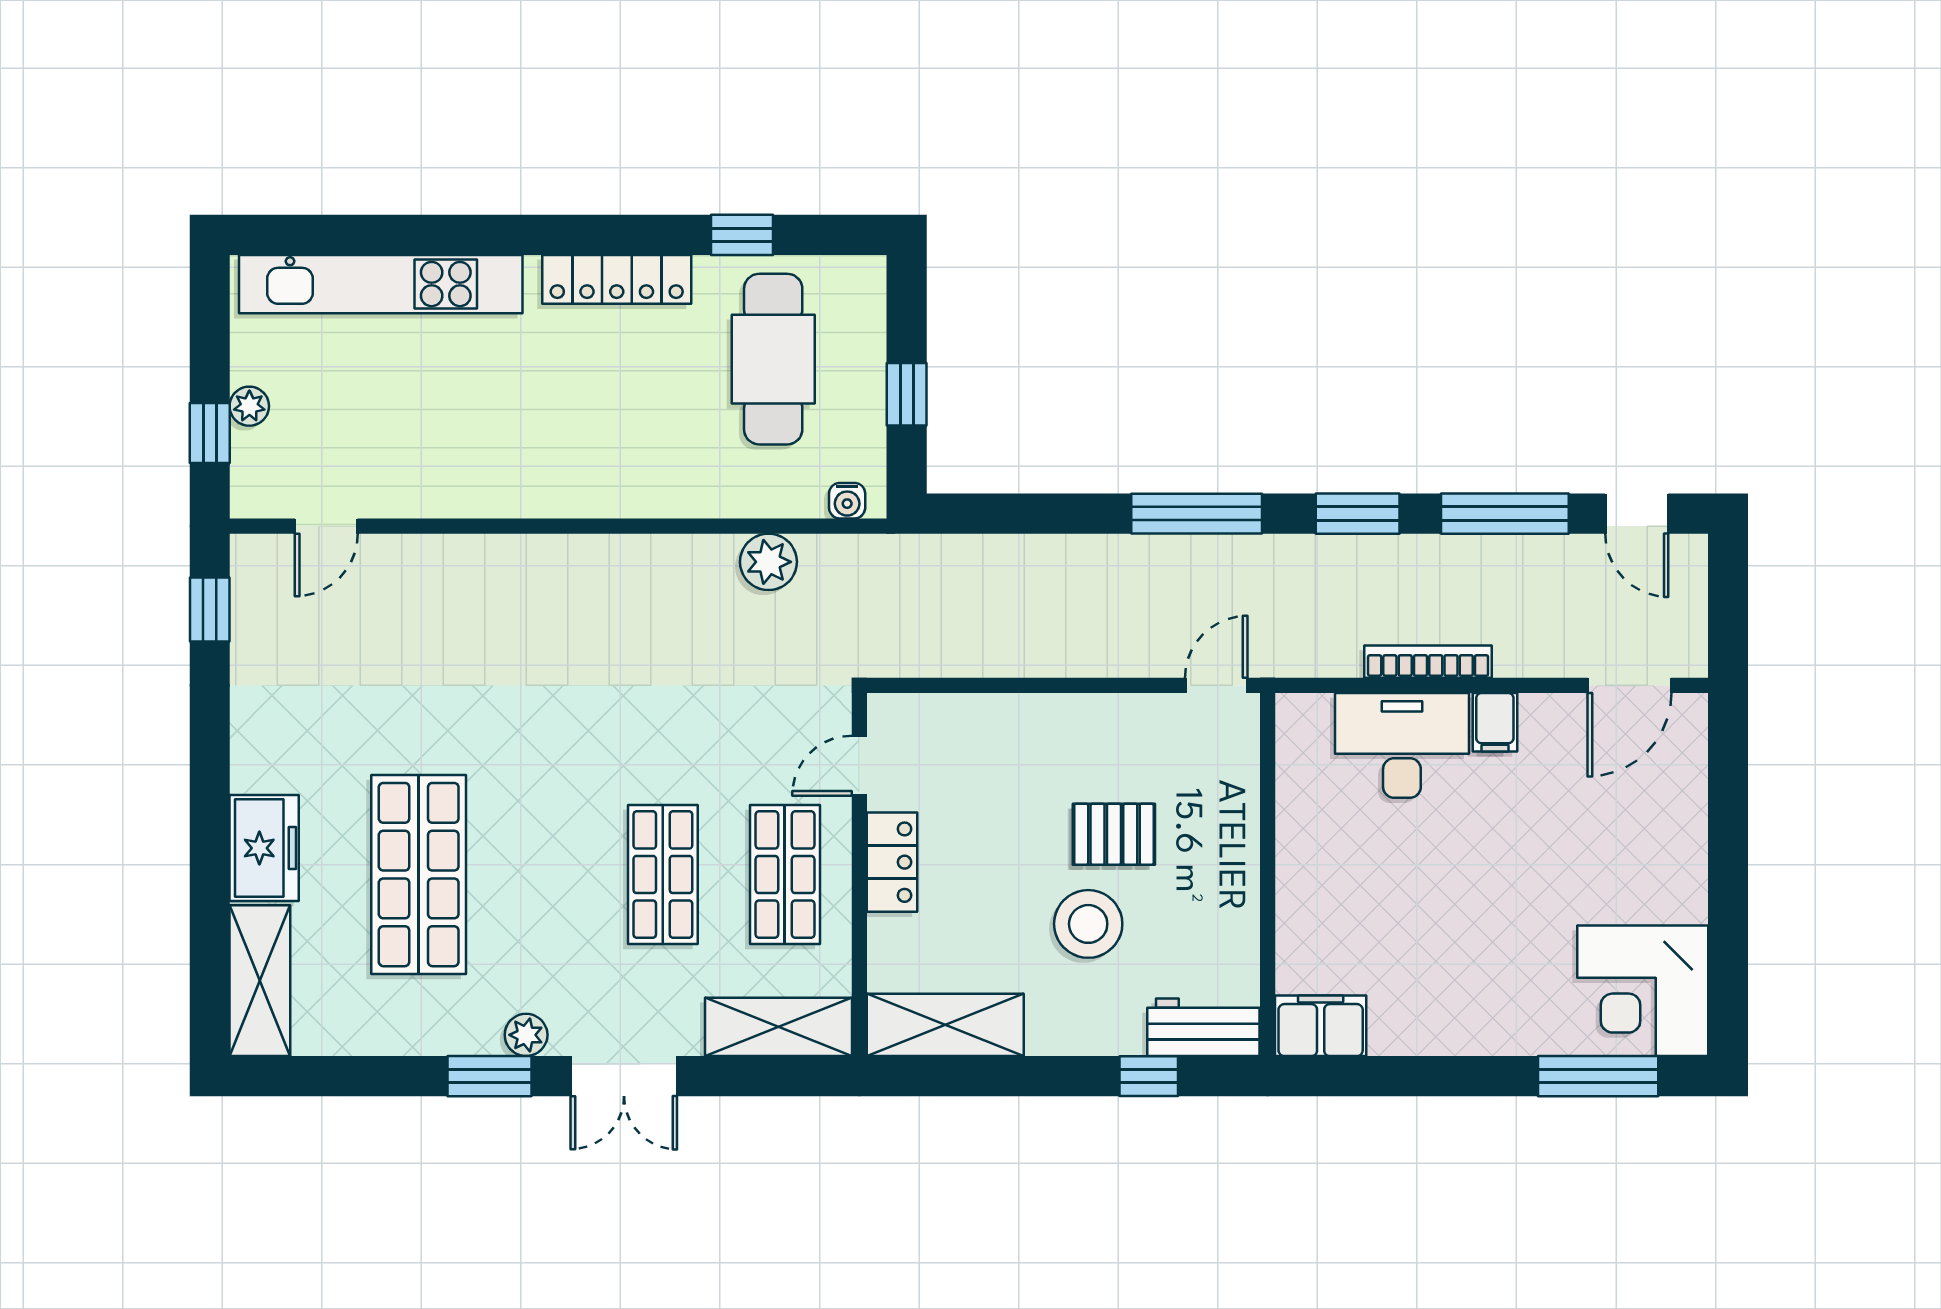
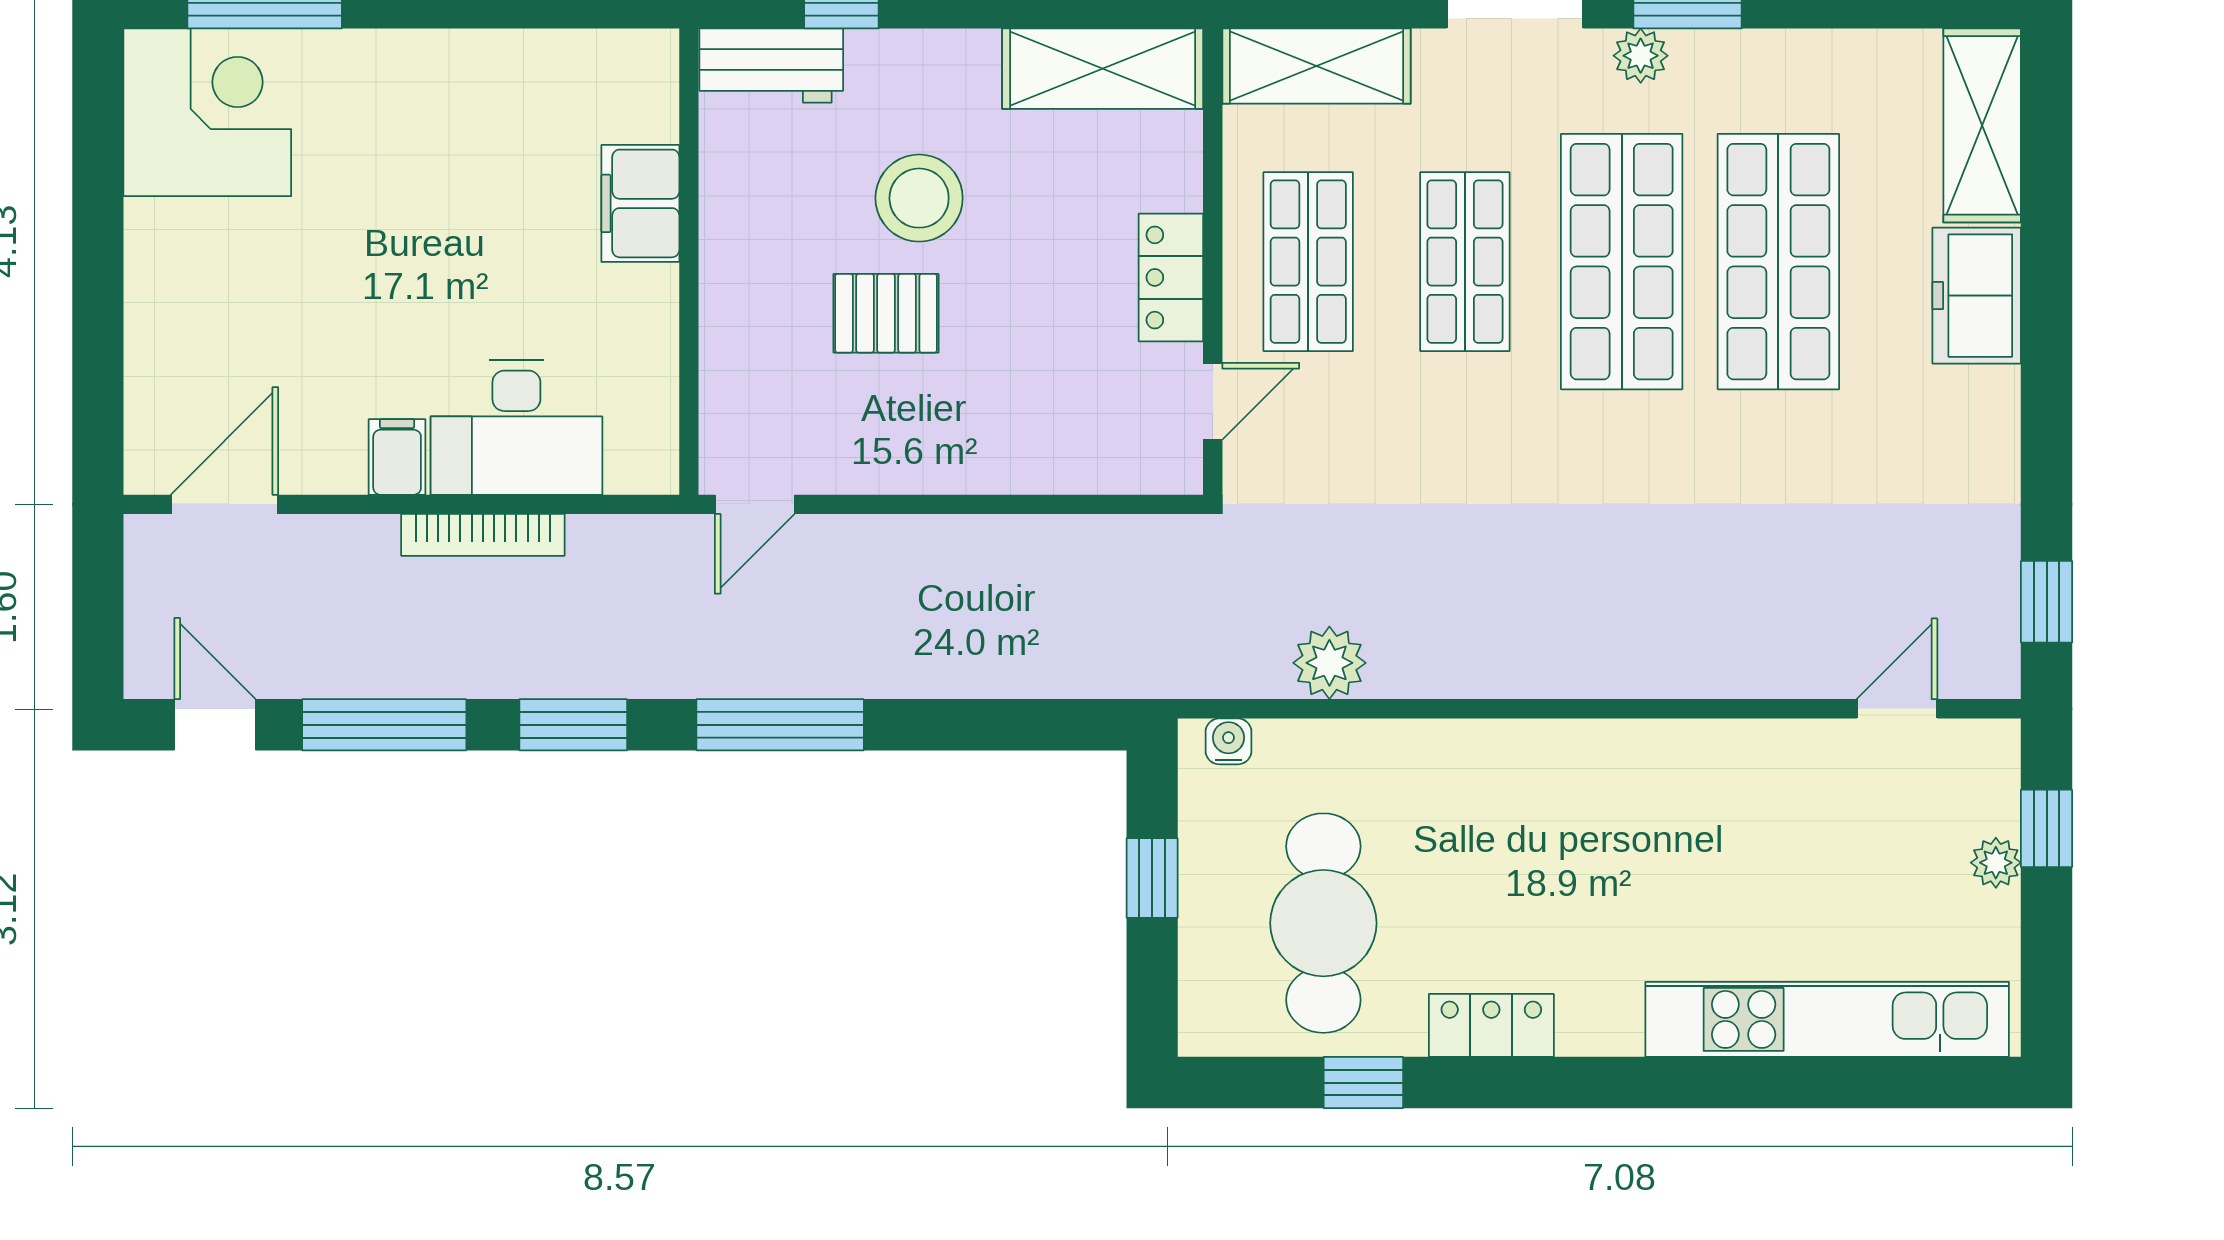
locker: (617, 279) -> (1491, 1025), width x0.66
shop shelf: (541, 875) -> (1622, 262), added
filing cabinet: (1321, 1026) -> (640, 203), moved, turned 90

